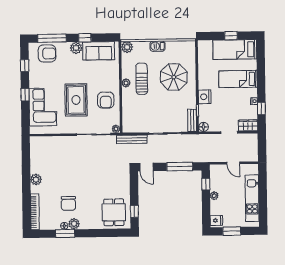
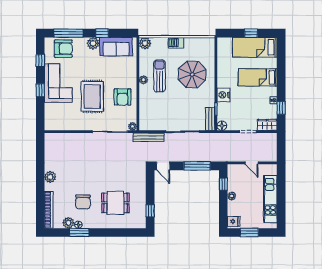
corner sofa: (43, 107) -> (58, 83), moved
dining table: (114, 212) -> (115, 203), moved, turned 90
plant: (74, 224) -> (68, 223), moved

